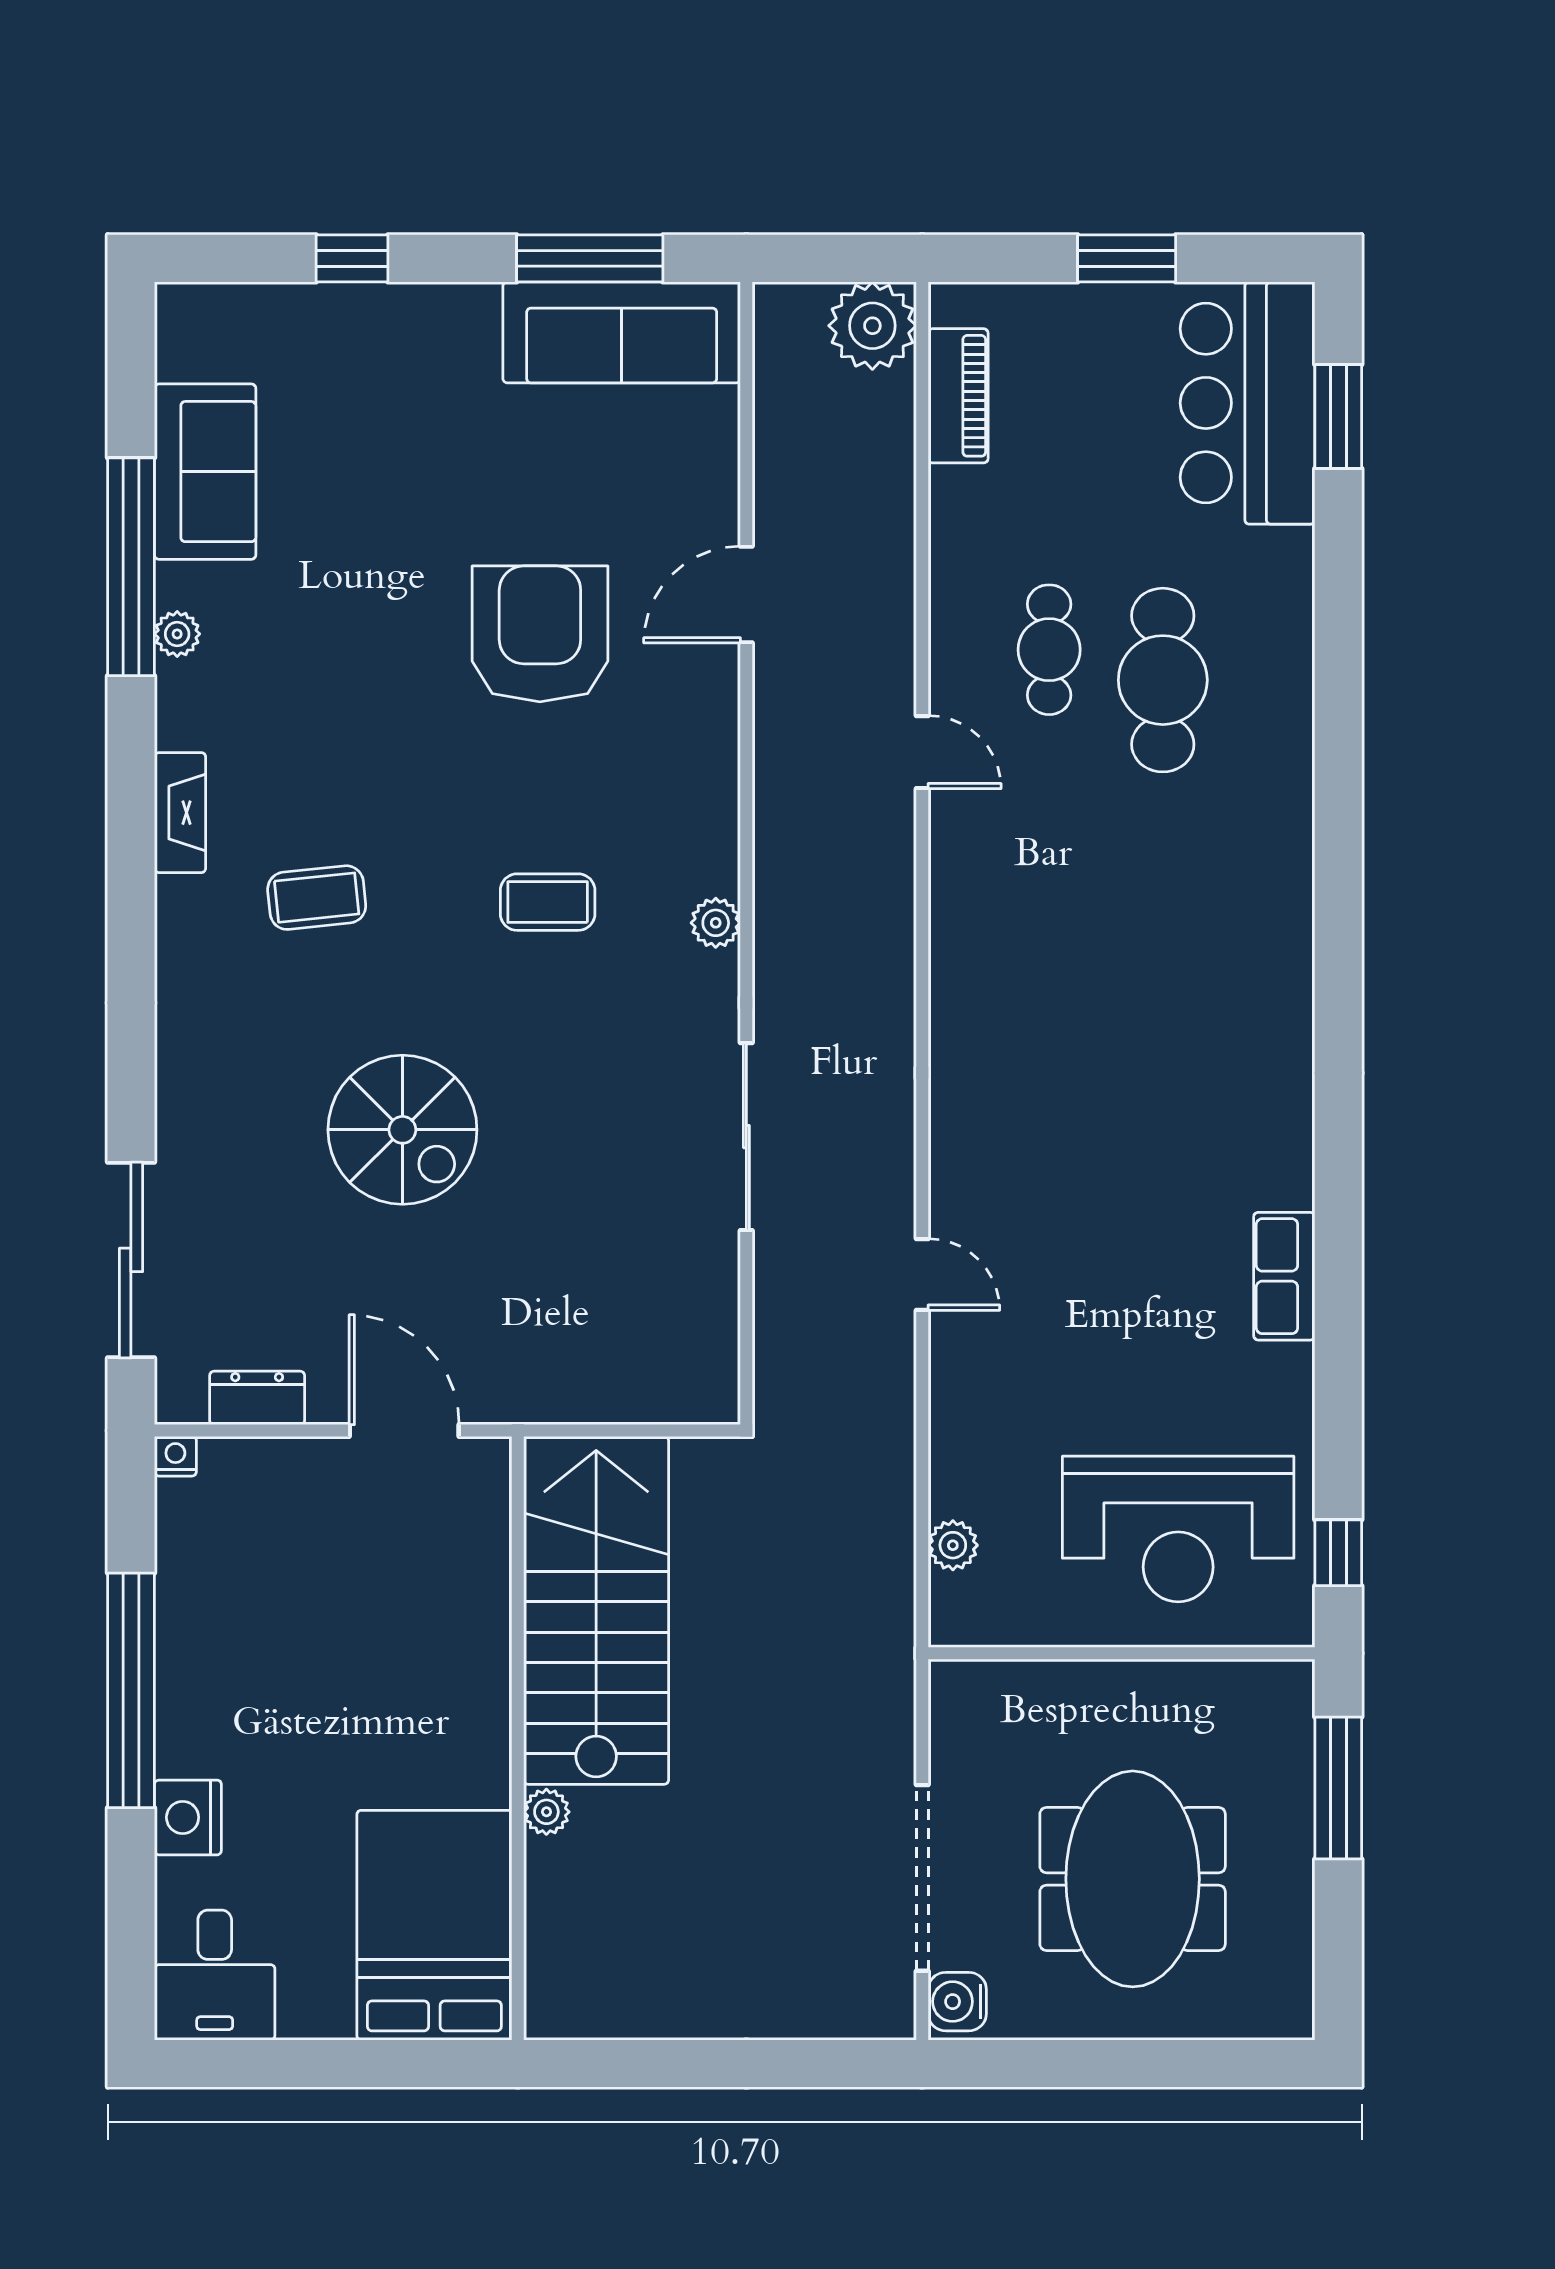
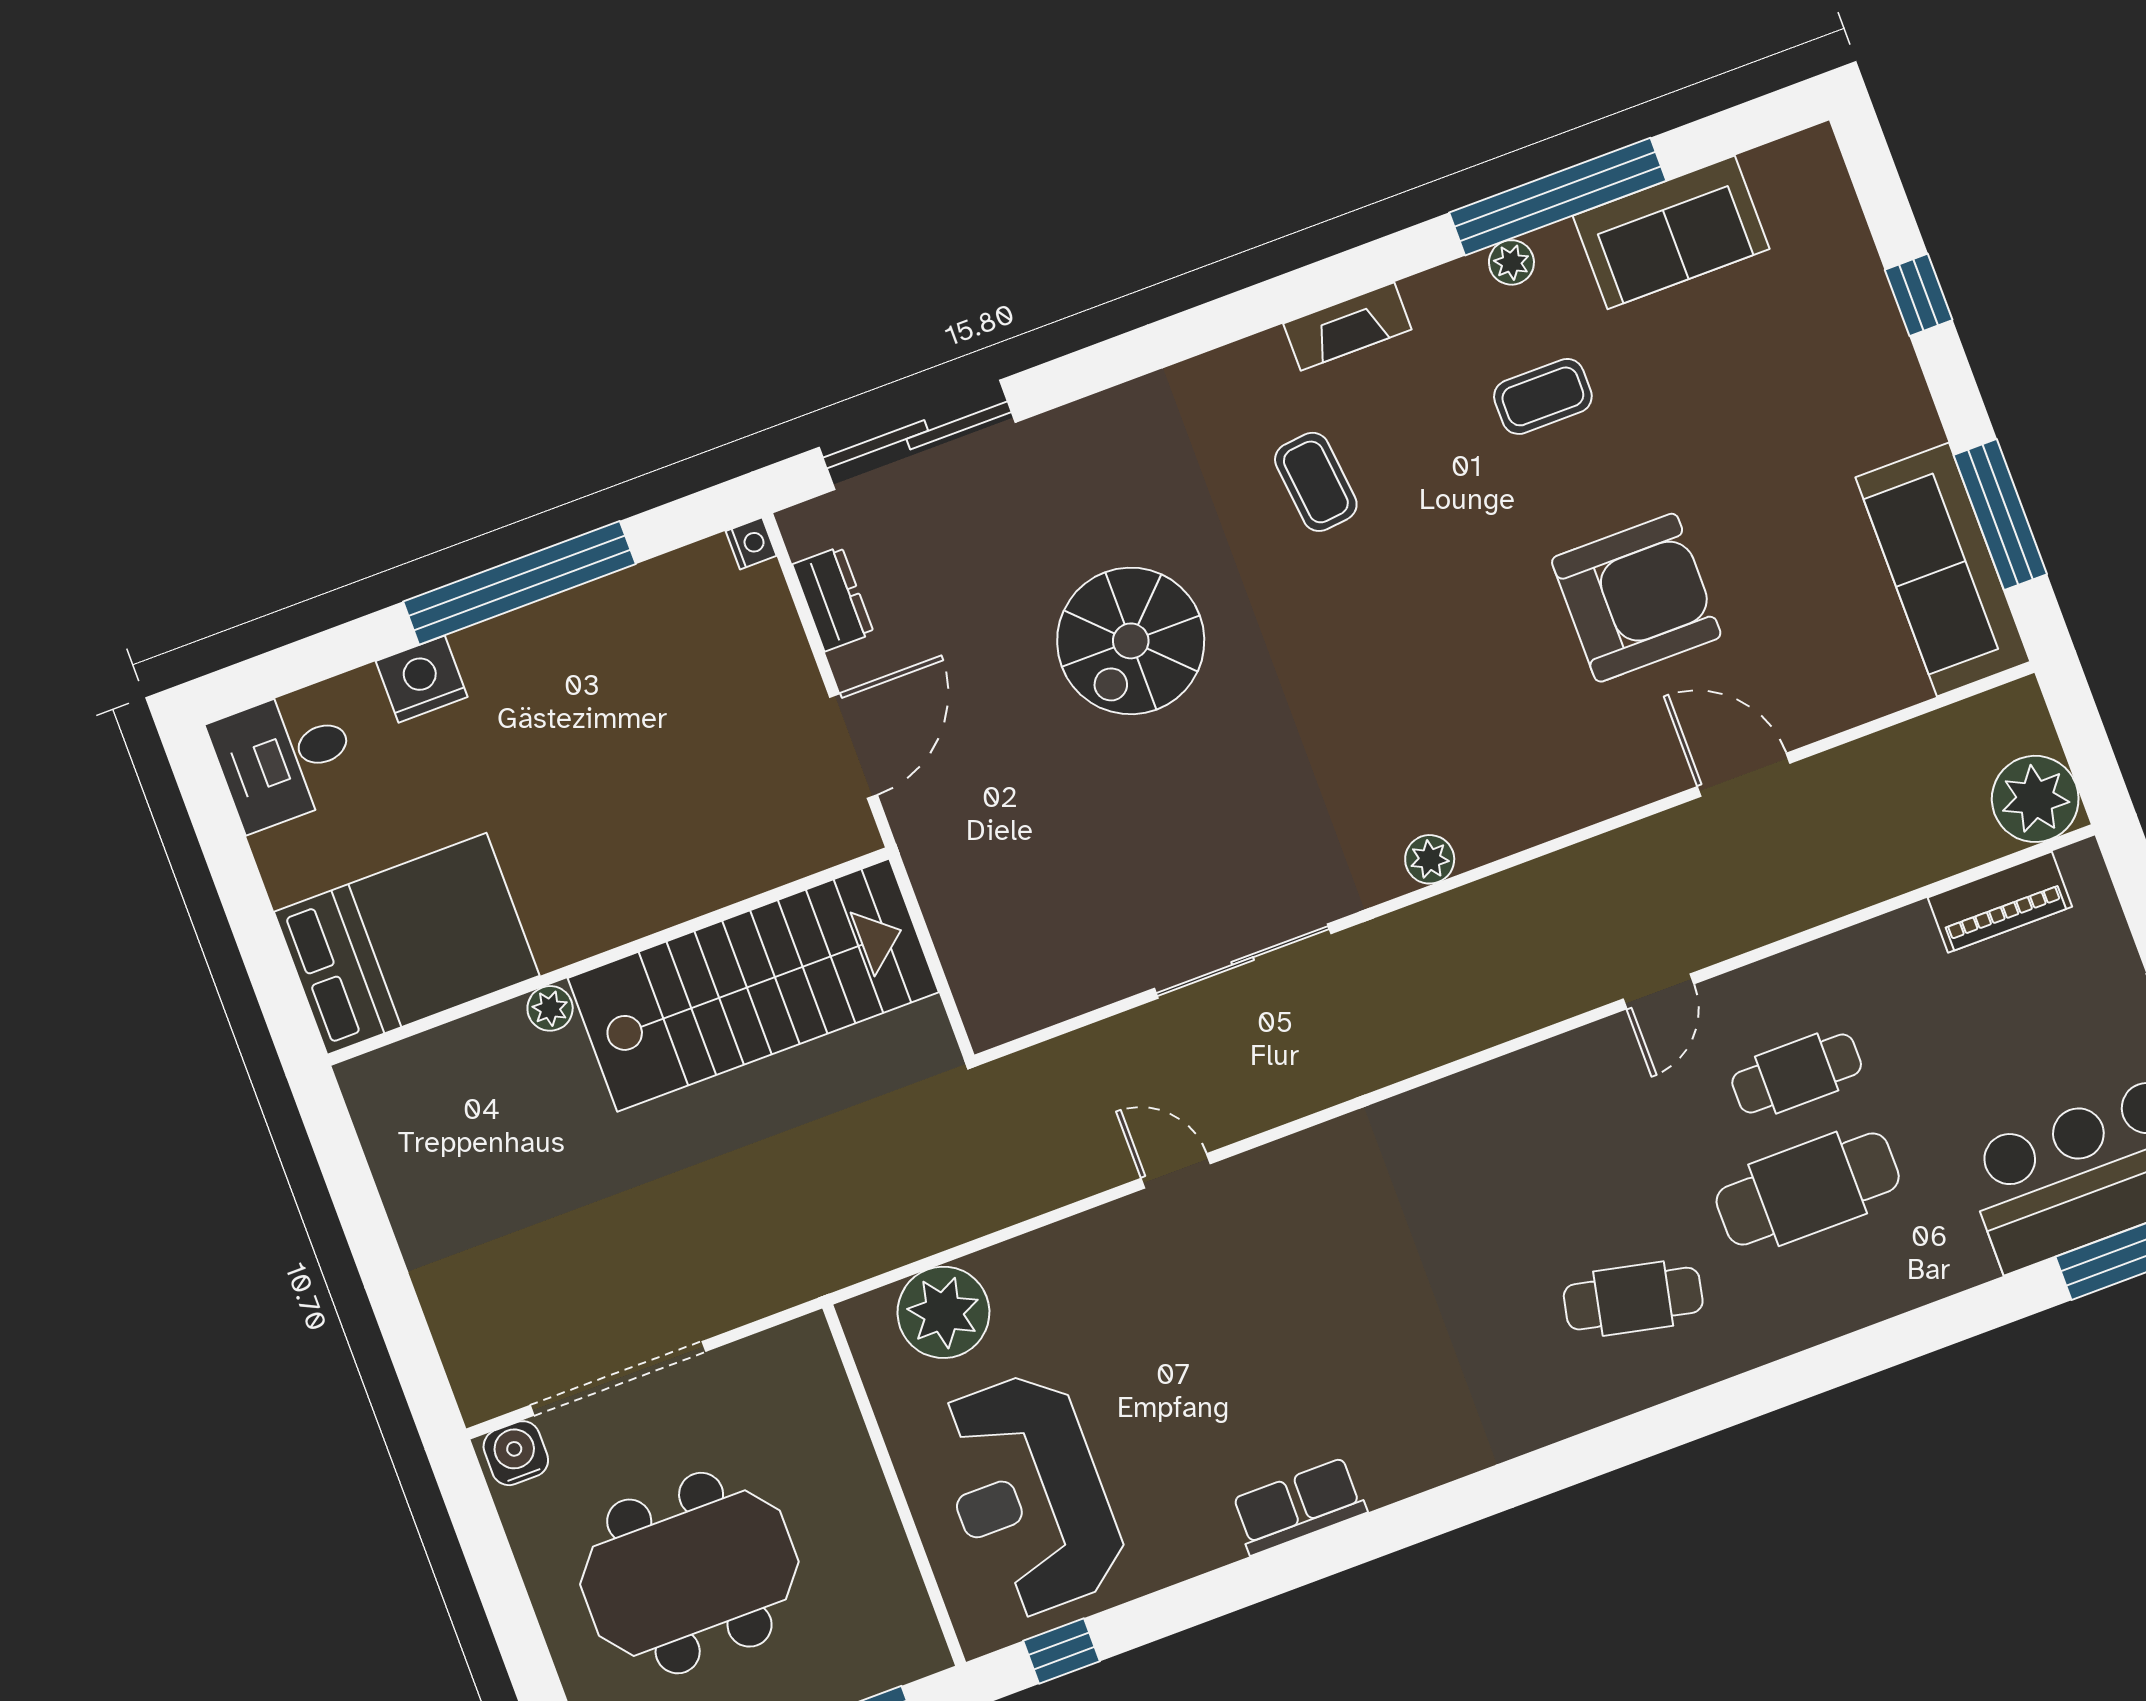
cafe table: (1205, 885) -> (1633, 1299), added
coffee table: (548, 902) -> (1543, 396), moved, turned 90
door: (922, 1274) -> (1176, 1171), swing flipped
plant: (953, 1545) -> (943, 1312), width x1.87, depth x1.87

